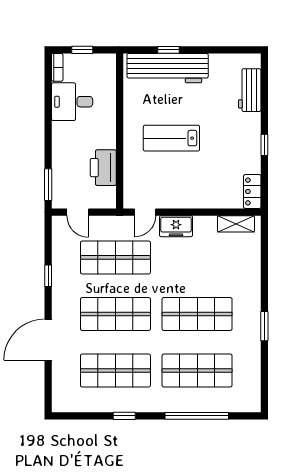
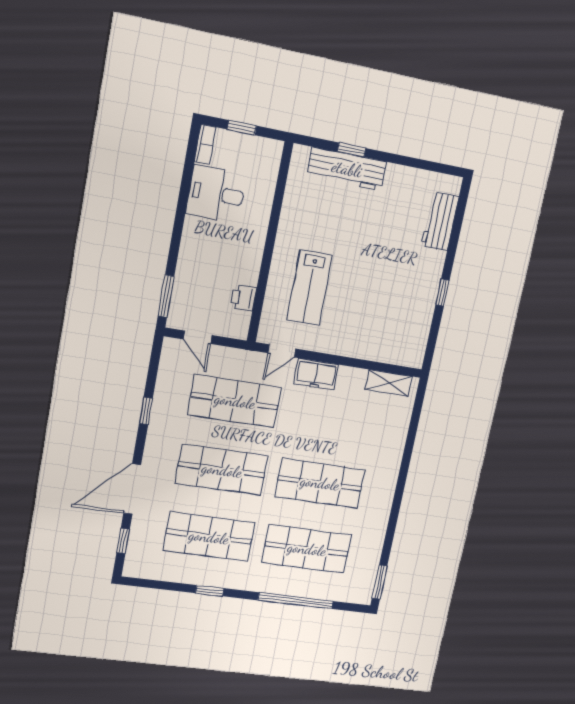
workbench: (168, 68) -> (347, 169), width x0.73, depth x0.76
lab bench: (171, 138) -> (310, 288), moved, turned -90
printer: (103, 168) -> (244, 298), width x0.53, depth x0.68
locker: (252, 192) -> (416, 347), removed
window: (264, 326) -> (379, 582), moved
window: (48, 383) -> (123, 541), added

